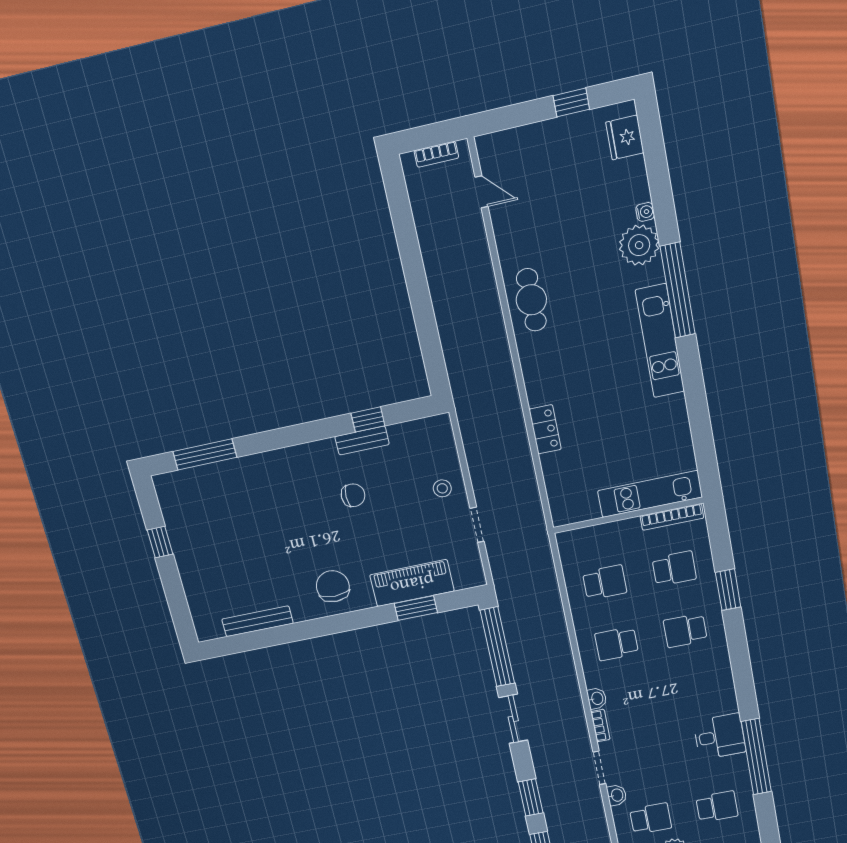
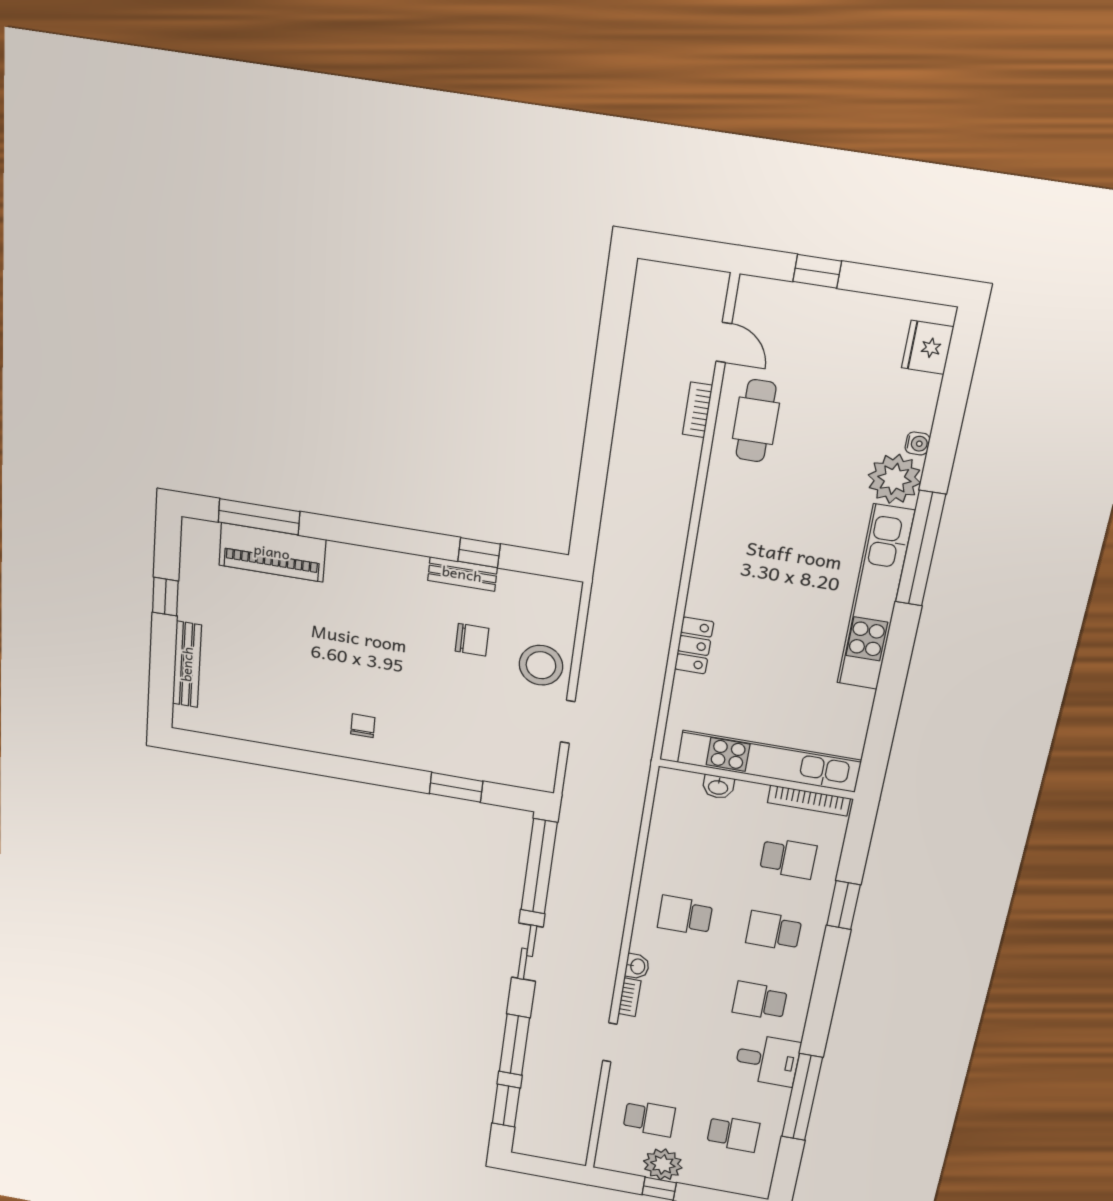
window: (571, 102) -> (817, 271), moved
bookcase: (436, 154) -> (698, 410), moved, turned 90
cafe table: (531, 300) -> (756, 421), moved
kitchen unit: (660, 341) -> (875, 598), width x1.36
stool: (442, 488) -> (541, 665), width x1.89, depth x1.89
kitchen unit: (650, 494) -> (769, 761), width x1.36
chair: (353, 495) -> (472, 640), moved
school desk: (605, 582) -> (760, 1001), moved, turned 180
piano: (412, 583) -> (272, 552), moved, turned 180
chair: (333, 586) -> (363, 726), width x0.54, depth x0.54
bench: (258, 621) -> (187, 664), moved, turned 90
washbasin: (617, 795) -> (718, 787), moved, turned 90
window: (531, 797) -> (514, 1045), width x1.44

